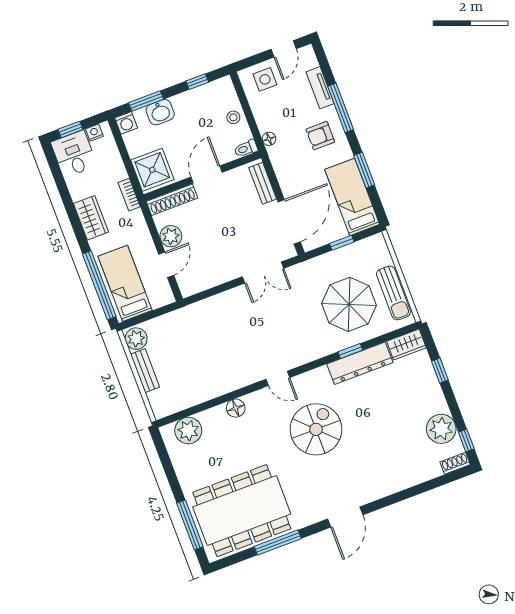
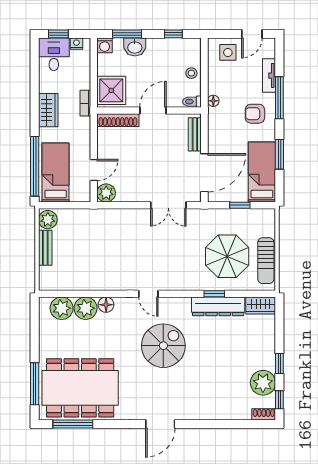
plant: (171, 236) -> (106, 193), moved
window: (440, 371) -> (279, 363), moved
plant: (215, 420) -> (86, 308), added
window: (278, 542) -> (73, 424), moved

